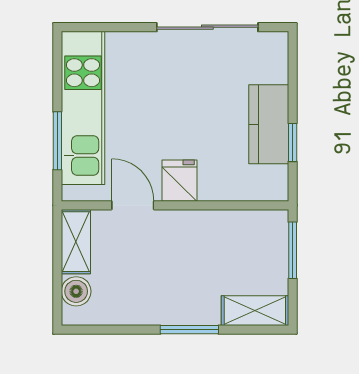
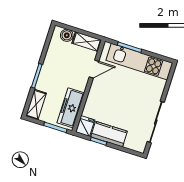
fridge: (180, 181) -> (85, 126), moved, turned -90
freezer: (237, 230) -> (71, 108), added

